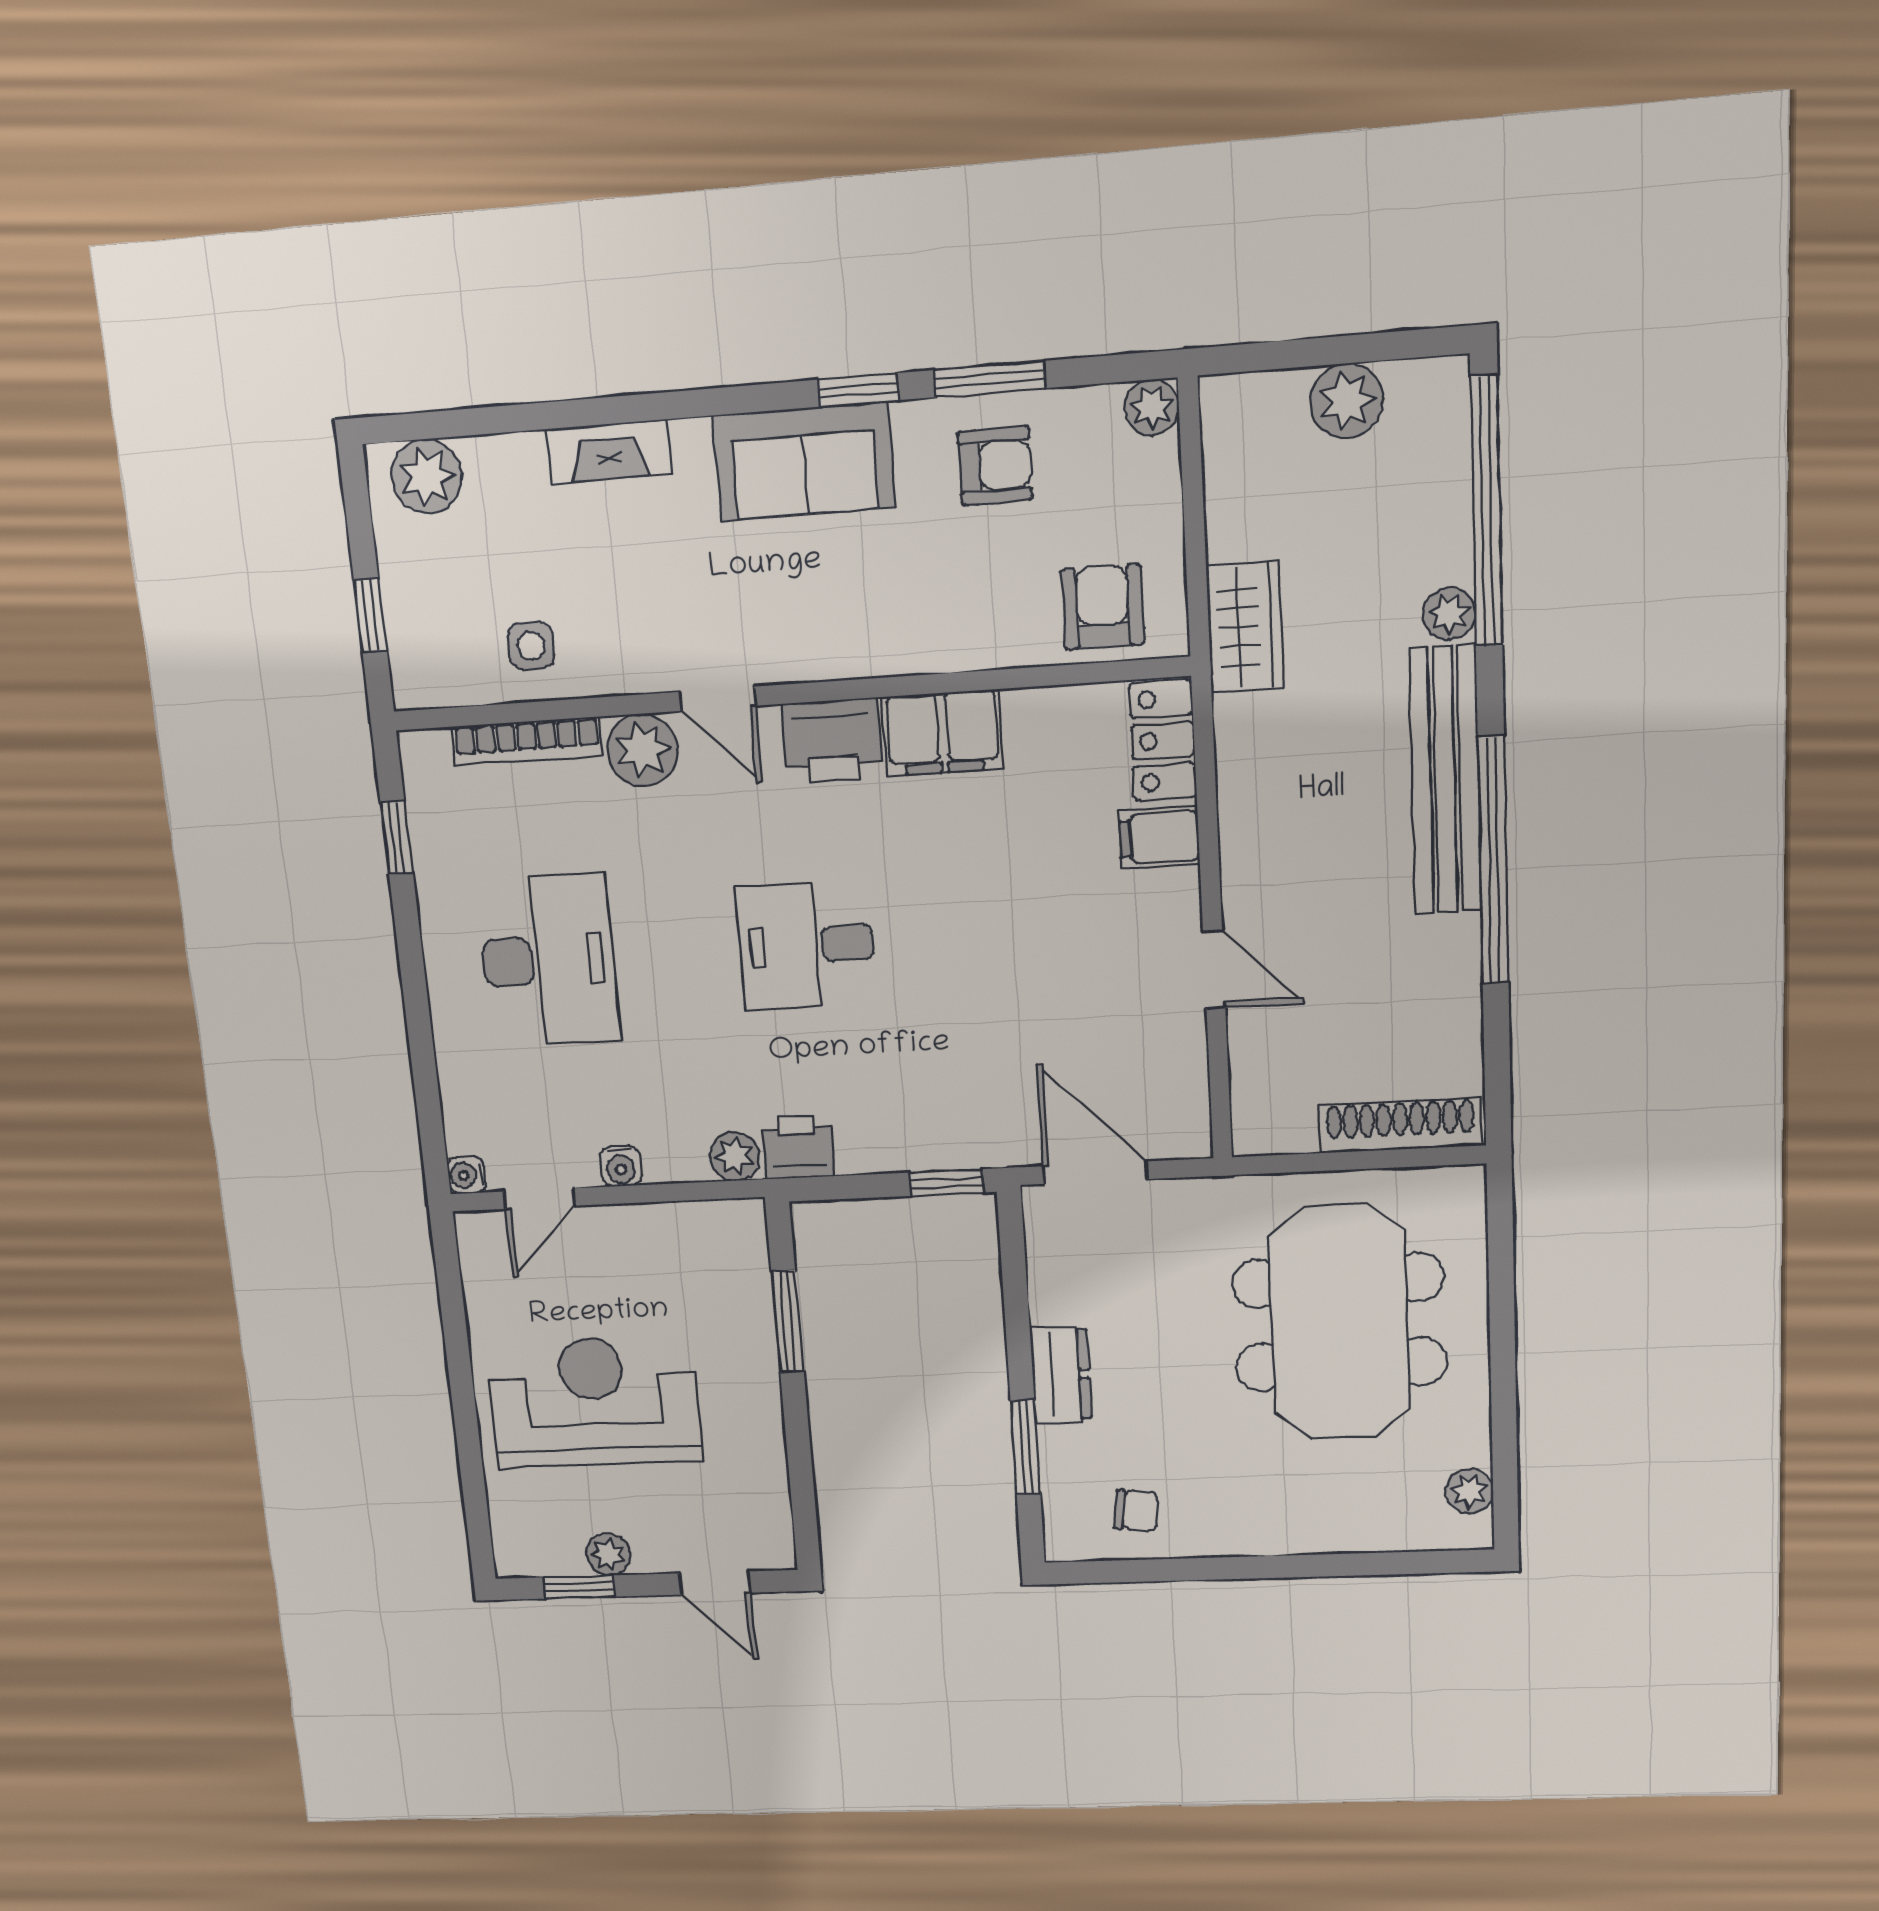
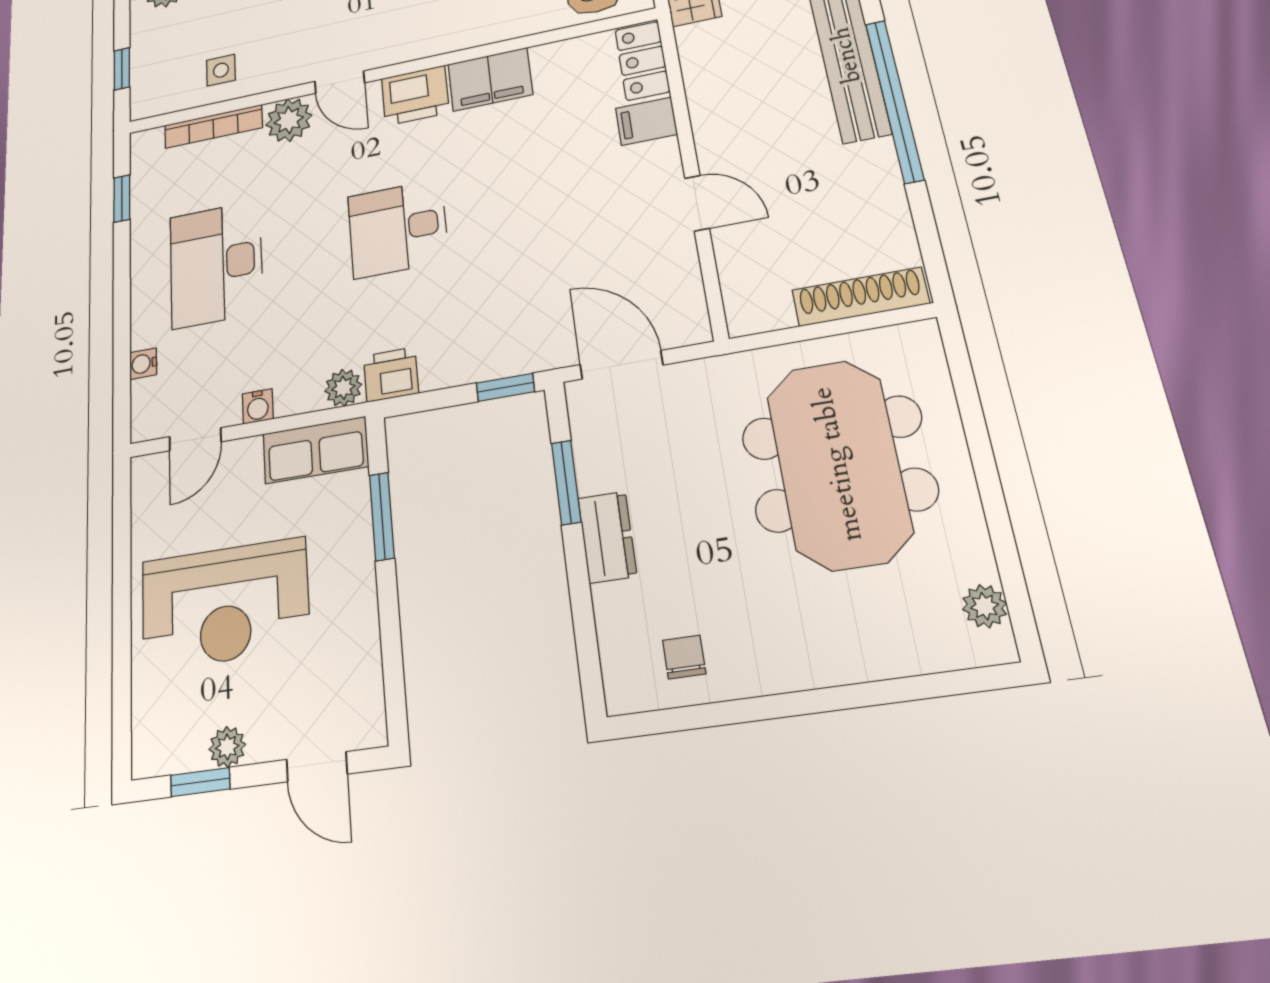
desk: (548, 960) -> (216, 264), turned 180
water cooler: (467, 1175) -> (143, 364), moved
row of seats: (701, 1231) -> (315, 450), added
reception desk: (594, 1402) -> (225, 604), turned 180
window: (1025, 1447) -> (566, 482), moved
chair: (1136, 1511) -> (684, 657), turned -97

